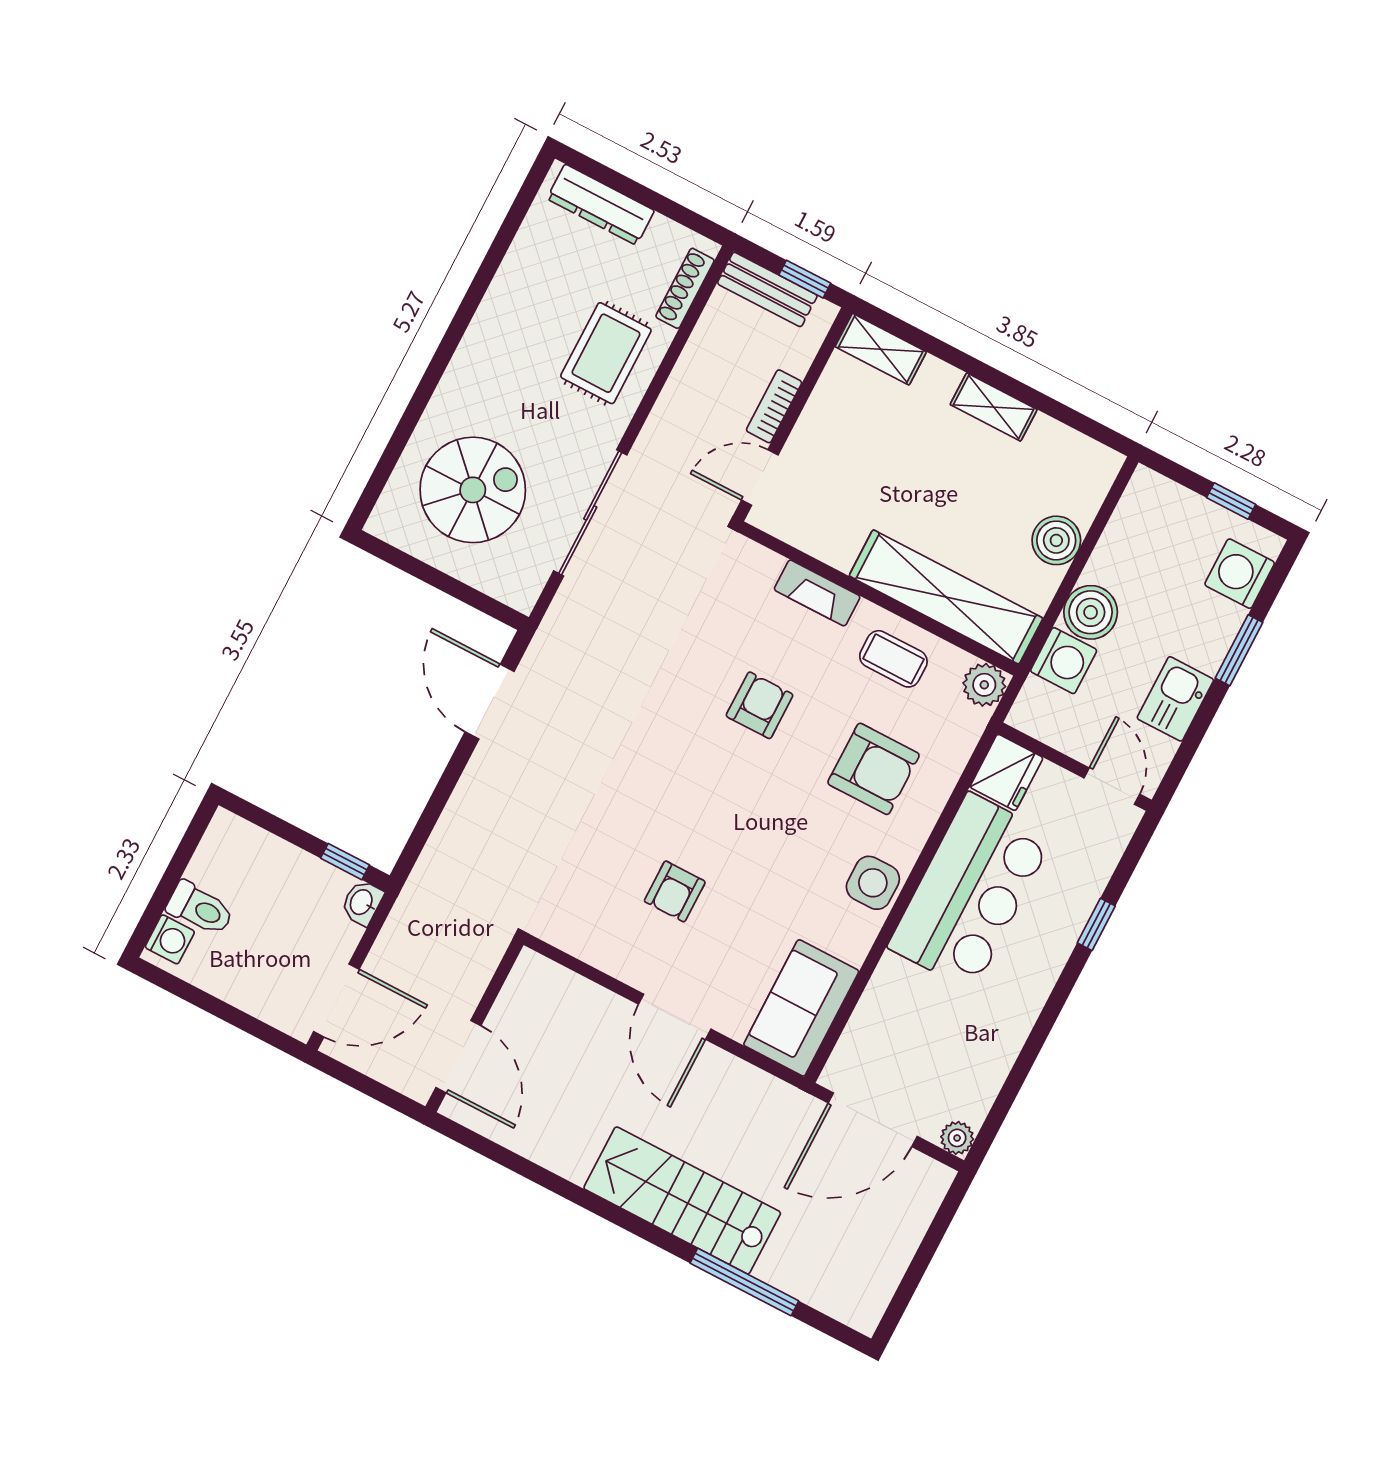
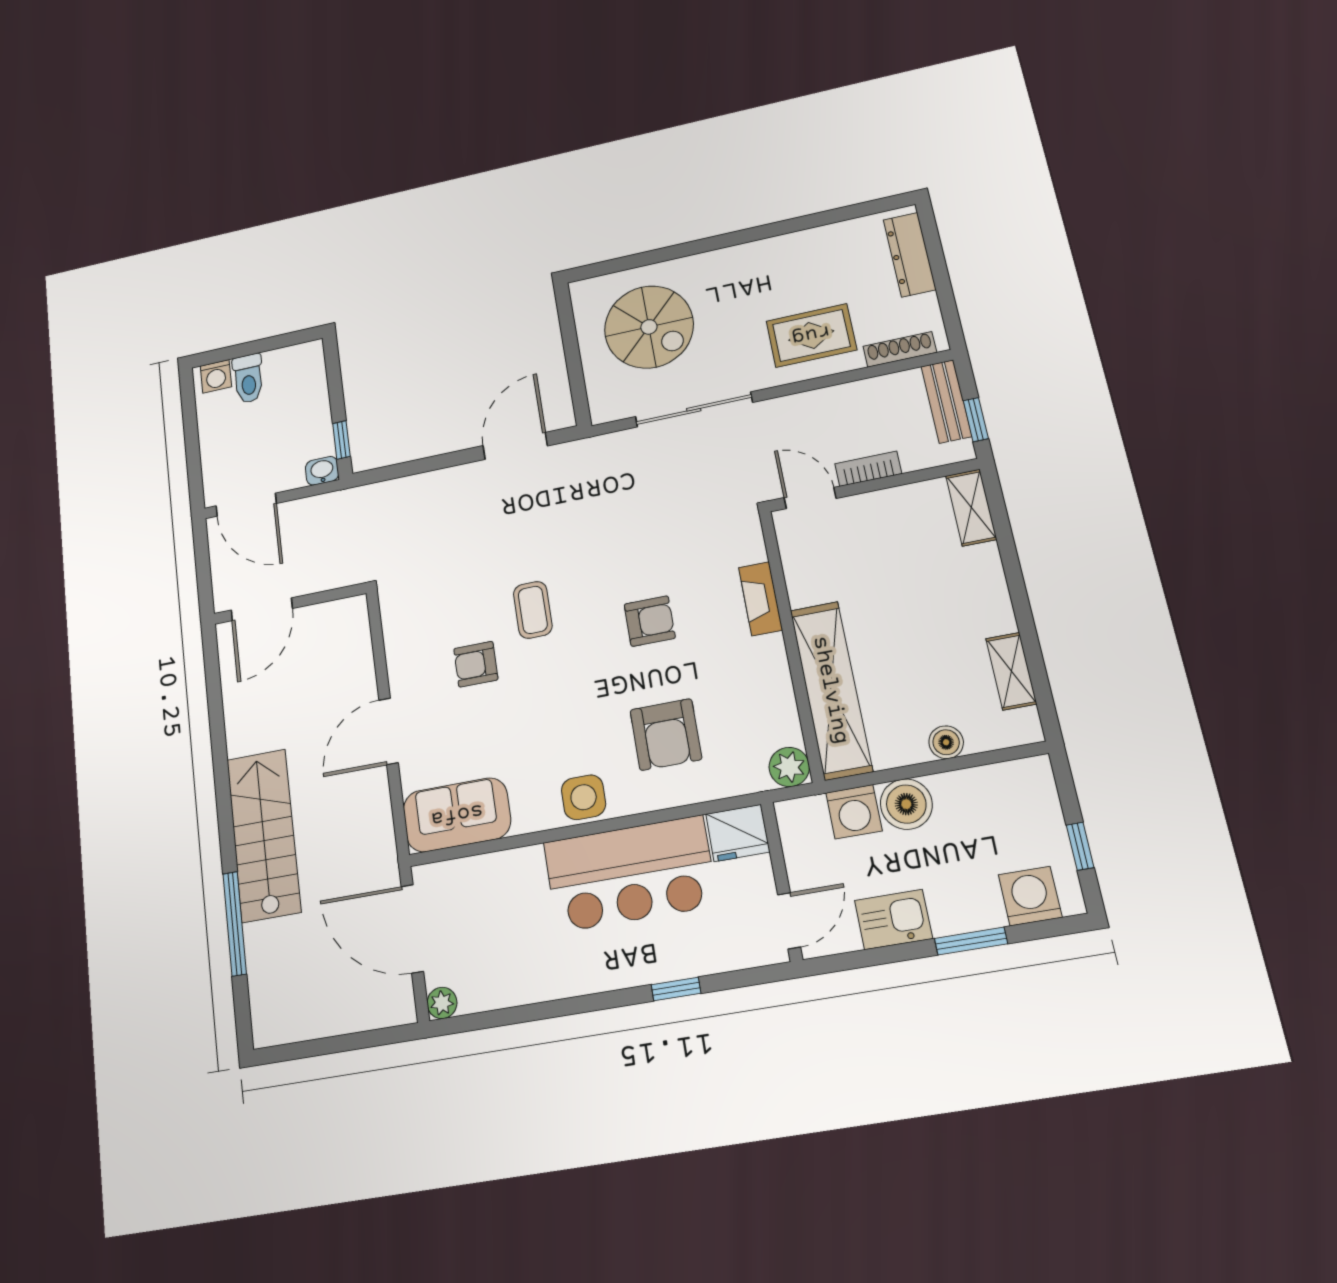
shelving: (994, 407) -> (1011, 671), moved
boiler: (1056, 540) -> (946, 742), width x0.73, depth x0.73
coffee table: (893, 659) -> (533, 610), moved

